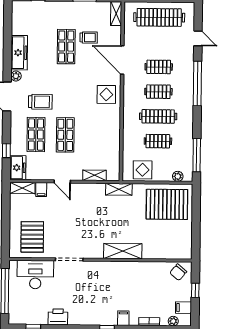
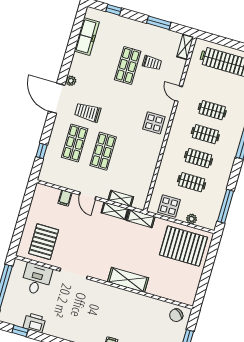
freezer: (19, 53) -> (87, 37), moved
door: (122, 60) -> (179, 94), width x0.53
trolley: (40, 102) -> (88, 112), turned 180
clothes rail: (158, 116) -> (198, 158), width x0.73
freezer: (18, 168) -> (48, 170), removed
plant: (178, 176) -> (192, 219), moved
shelving: (22, 188) -> (115, 211), moved
desk: (35, 275) -> (36, 279), width x0.73
printer: (58, 317) -> (34, 323), moved

